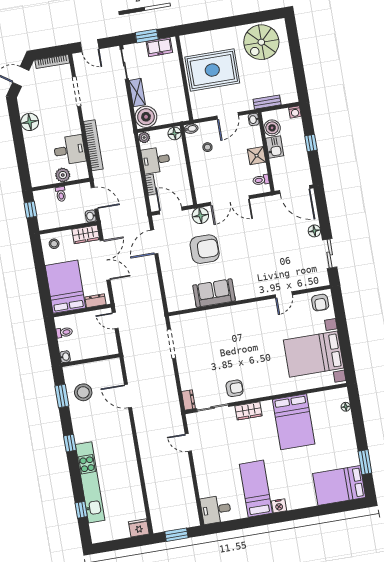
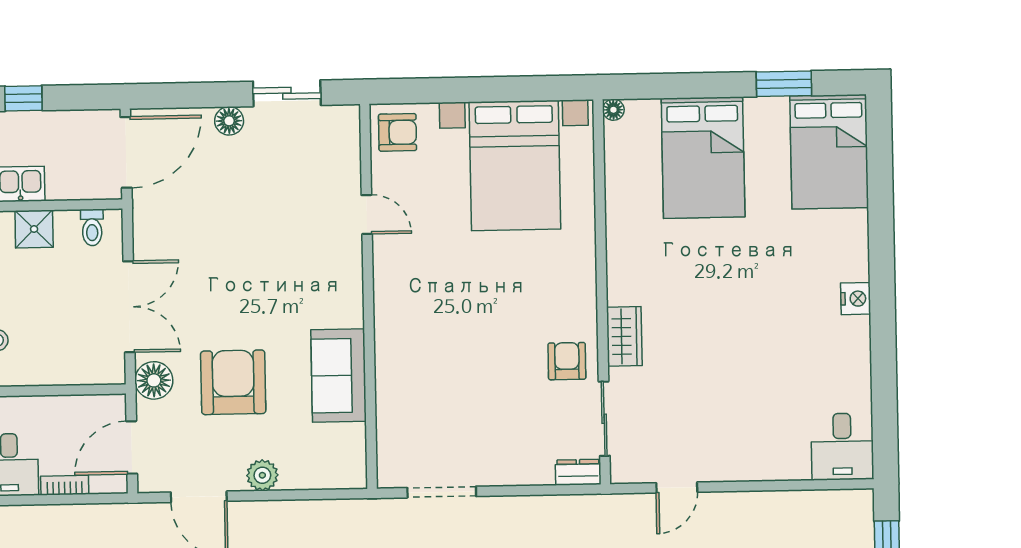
plant: (167, 267) -> (262, 475), added
floor lamp: (346, 407) -> (613, 110), moved
bed: (294, 422) -> (703, 158), moved, turned 90
bed: (256, 489) -> (808, 346), removed

